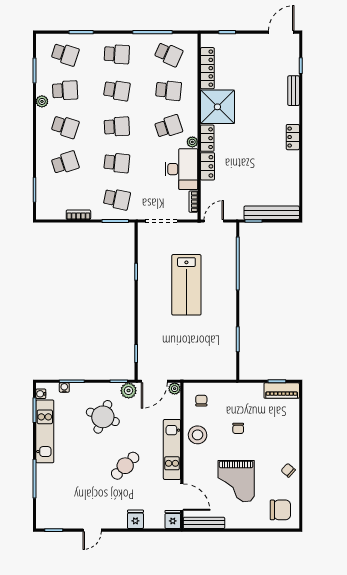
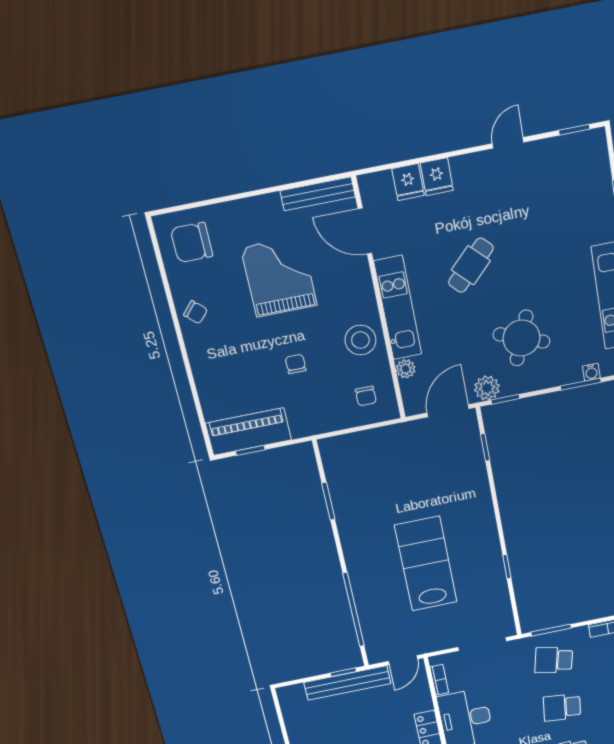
bench: (272, 213) -> (347, 683), moved
plant: (175, 389) -> (406, 369), moved
piano: (282, 391) -> (248, 432), width x1.37, depth x1.33
fridge: (173, 520) -> (408, 182), moved

